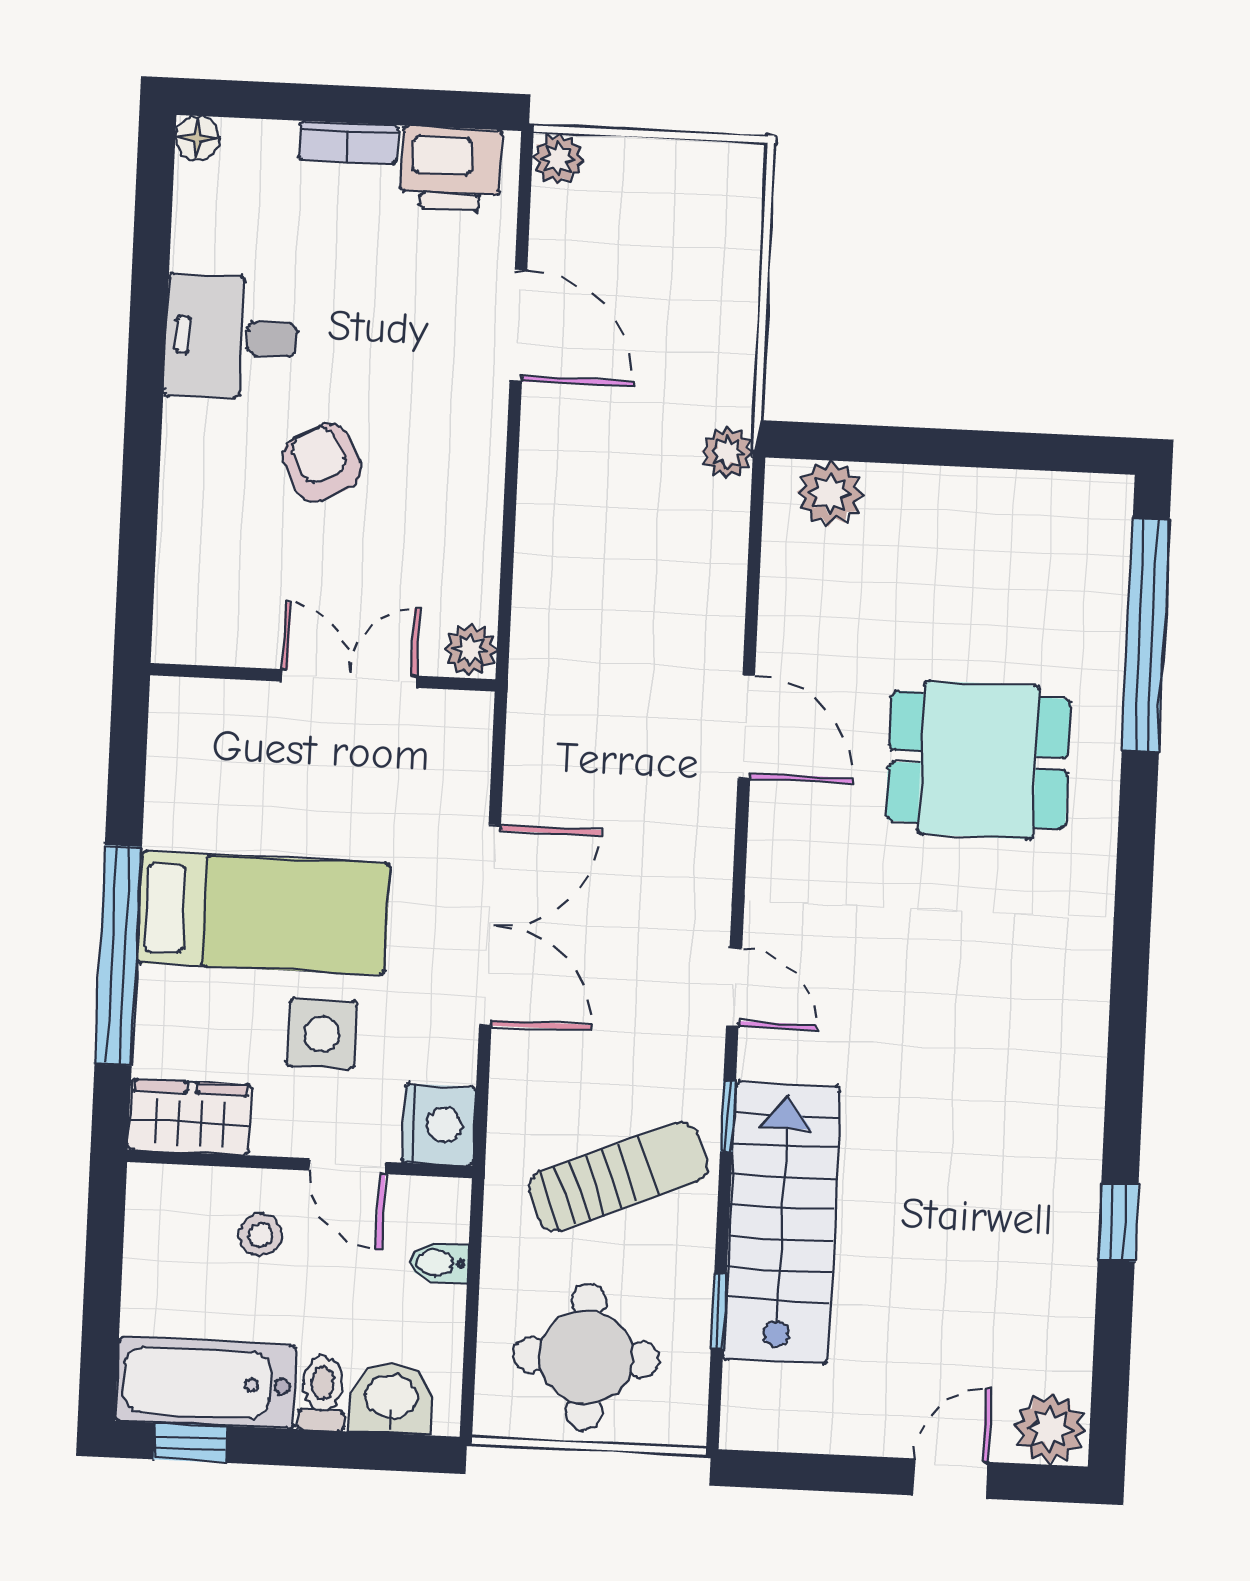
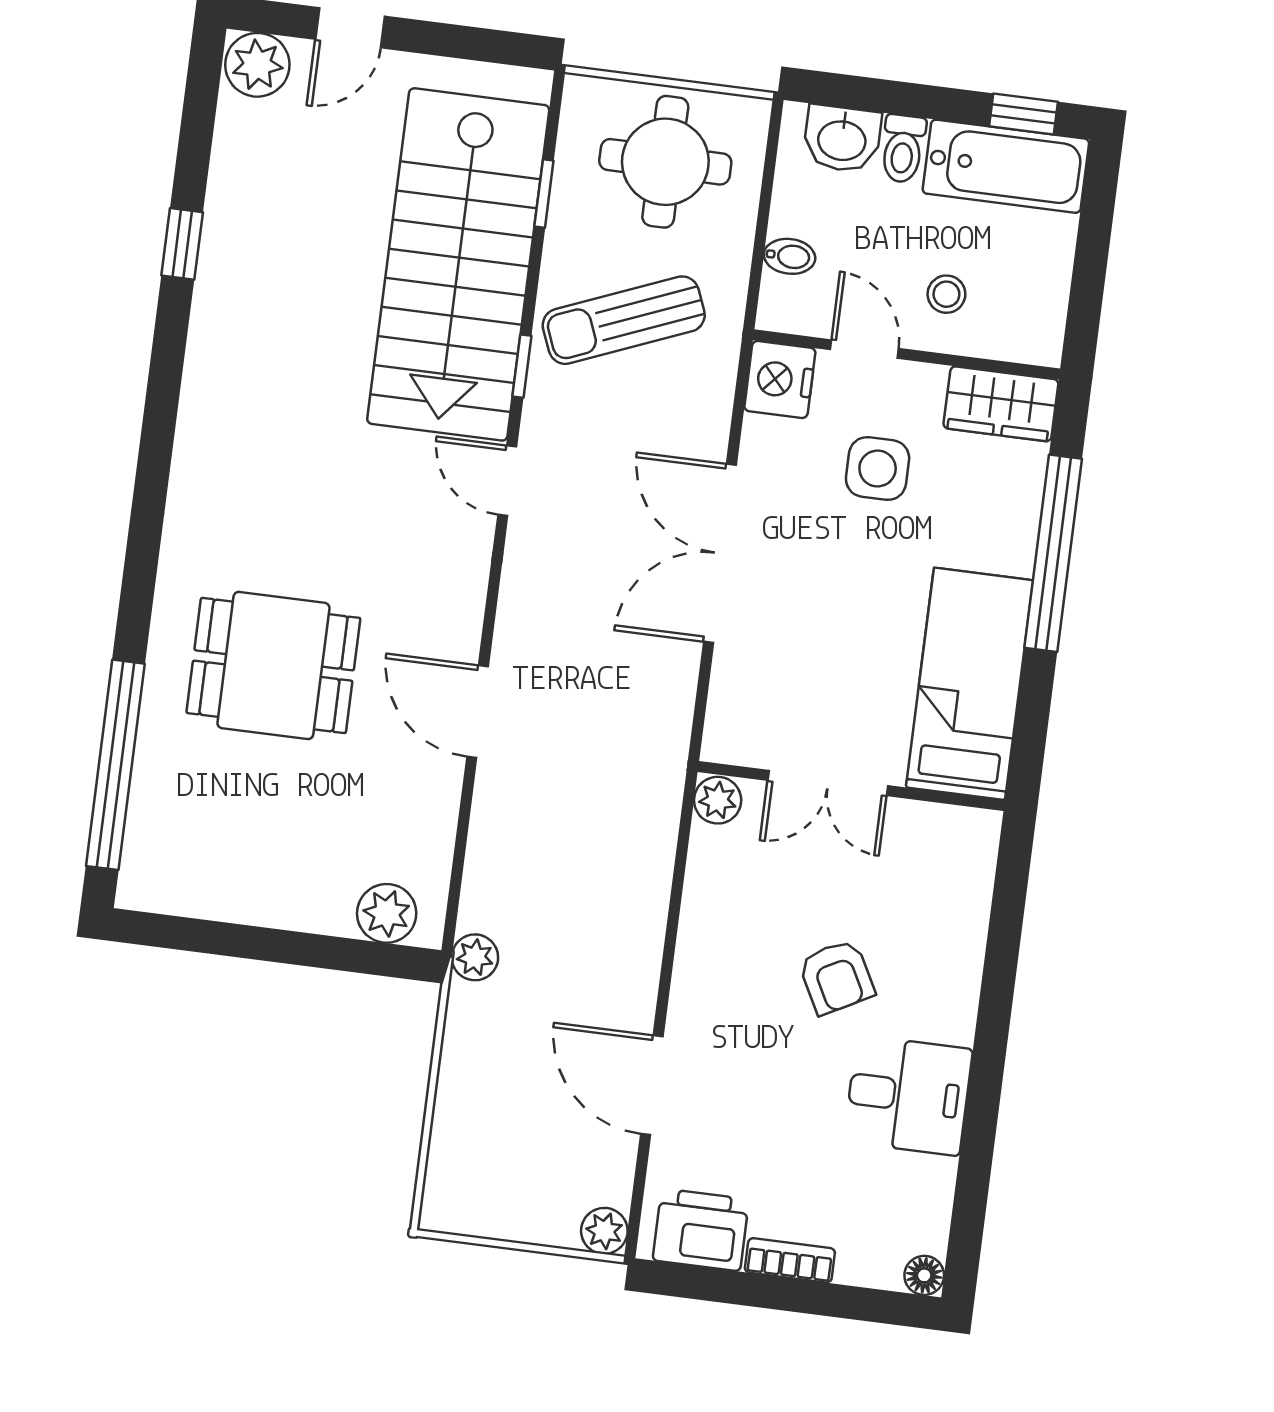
bed: (263, 913) -> (969, 684), moved, turned 90
stairs: (782, 1223) -> (458, 264), width x1.36, depth x1.51

